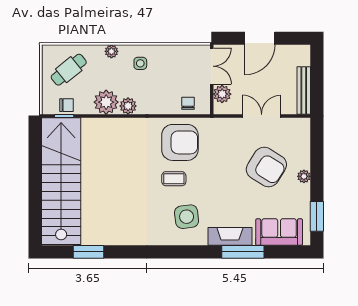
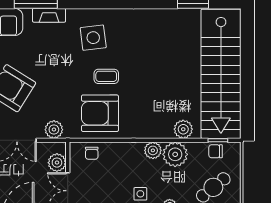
plant: (225, 126) -> (54, 130), added
plant: (98, 127) -> (183, 129), added
fireplace: (230, 236) -> (49, 15), width x0.73, depth x0.76

